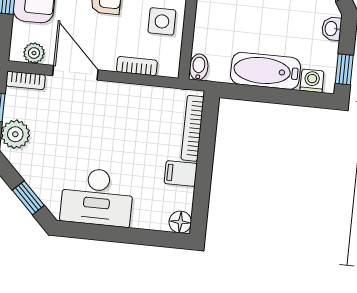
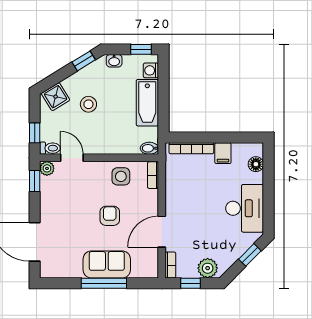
plant: (34, 53) -> (151, 261), removed
bookcase: (137, 66) -> (153, 175), moved
floor lamp: (180, 222) -> (256, 164), moved

